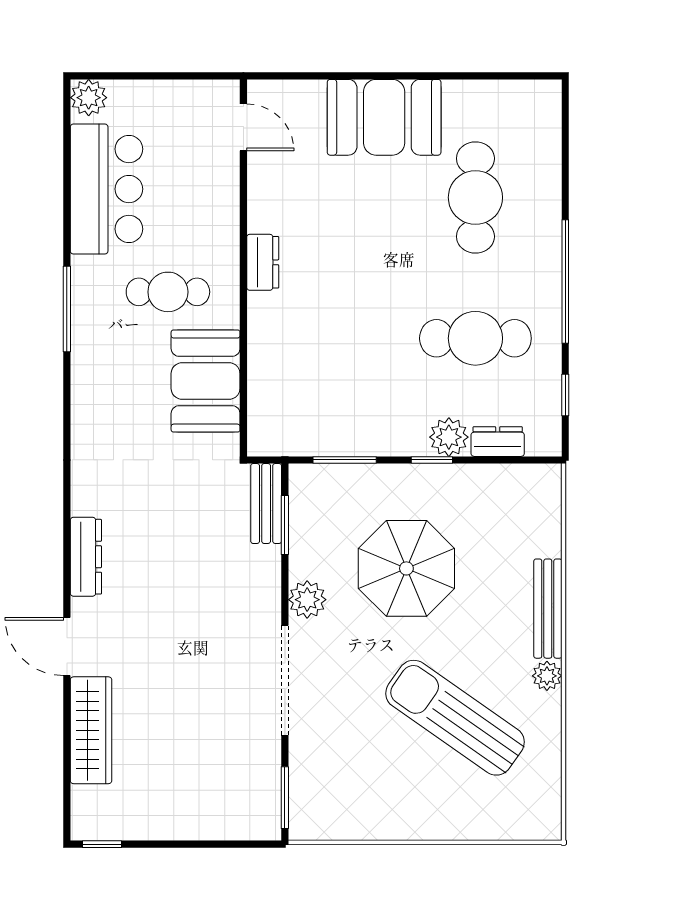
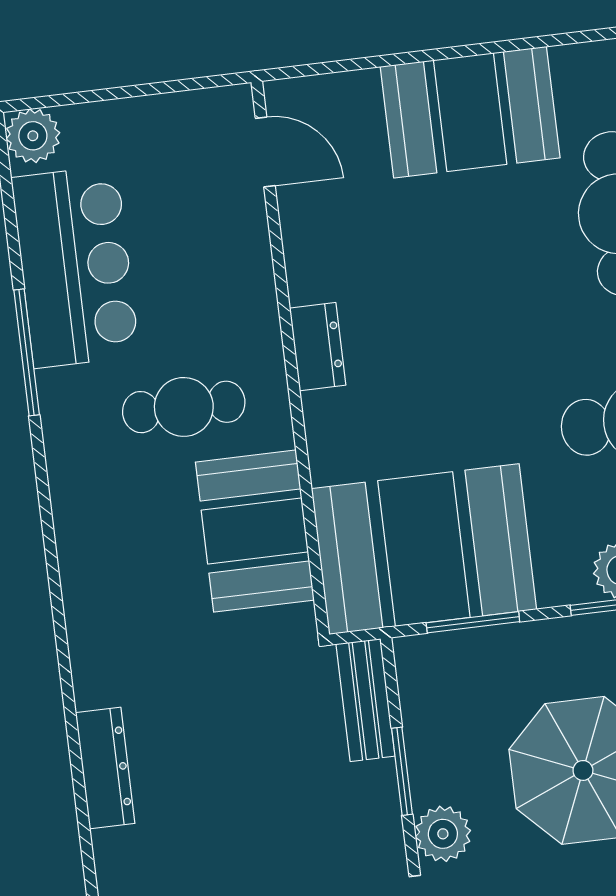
window: (67, 309) -> (27, 352), moved
booth: (318, 407) -> (424, 549), added
window: (285, 525) -> (402, 771), moved
dresser: (86, 557) -> (105, 768), moved

